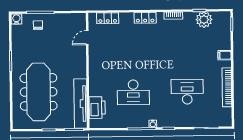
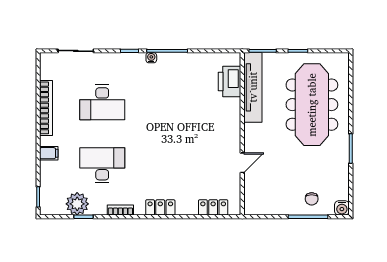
door: (87, 38) -> (242, 163), moved
desk: (133, 92) -> (102, 165), moved

